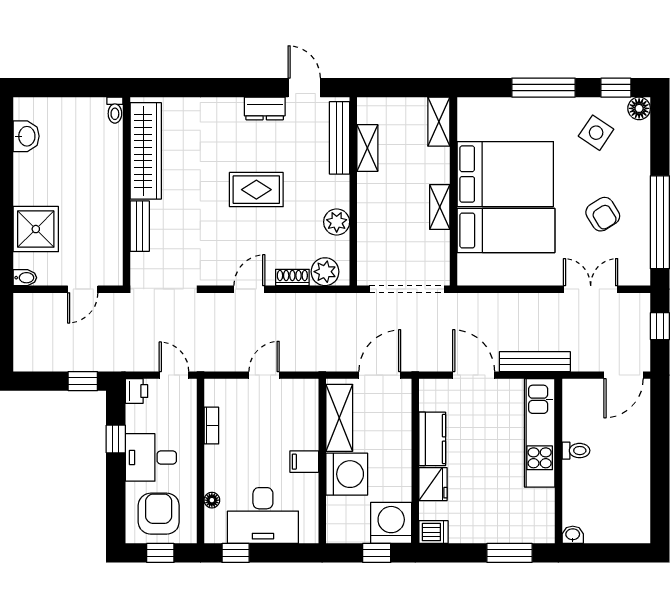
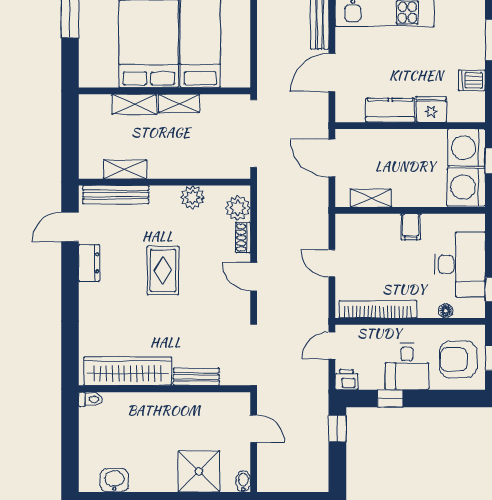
shelving: (439, 122) -> (134, 104), moved
shelving: (339, 418) -> (371, 198), width x0.67, depth x0.75
bookcase: (211, 426) -> (378, 309), width x2.31, depth x1.31
washing machine: (347, 474) -> (466, 187), moved, turned -90
dishwasher: (433, 532) -> (472, 80), moved, turned -90

